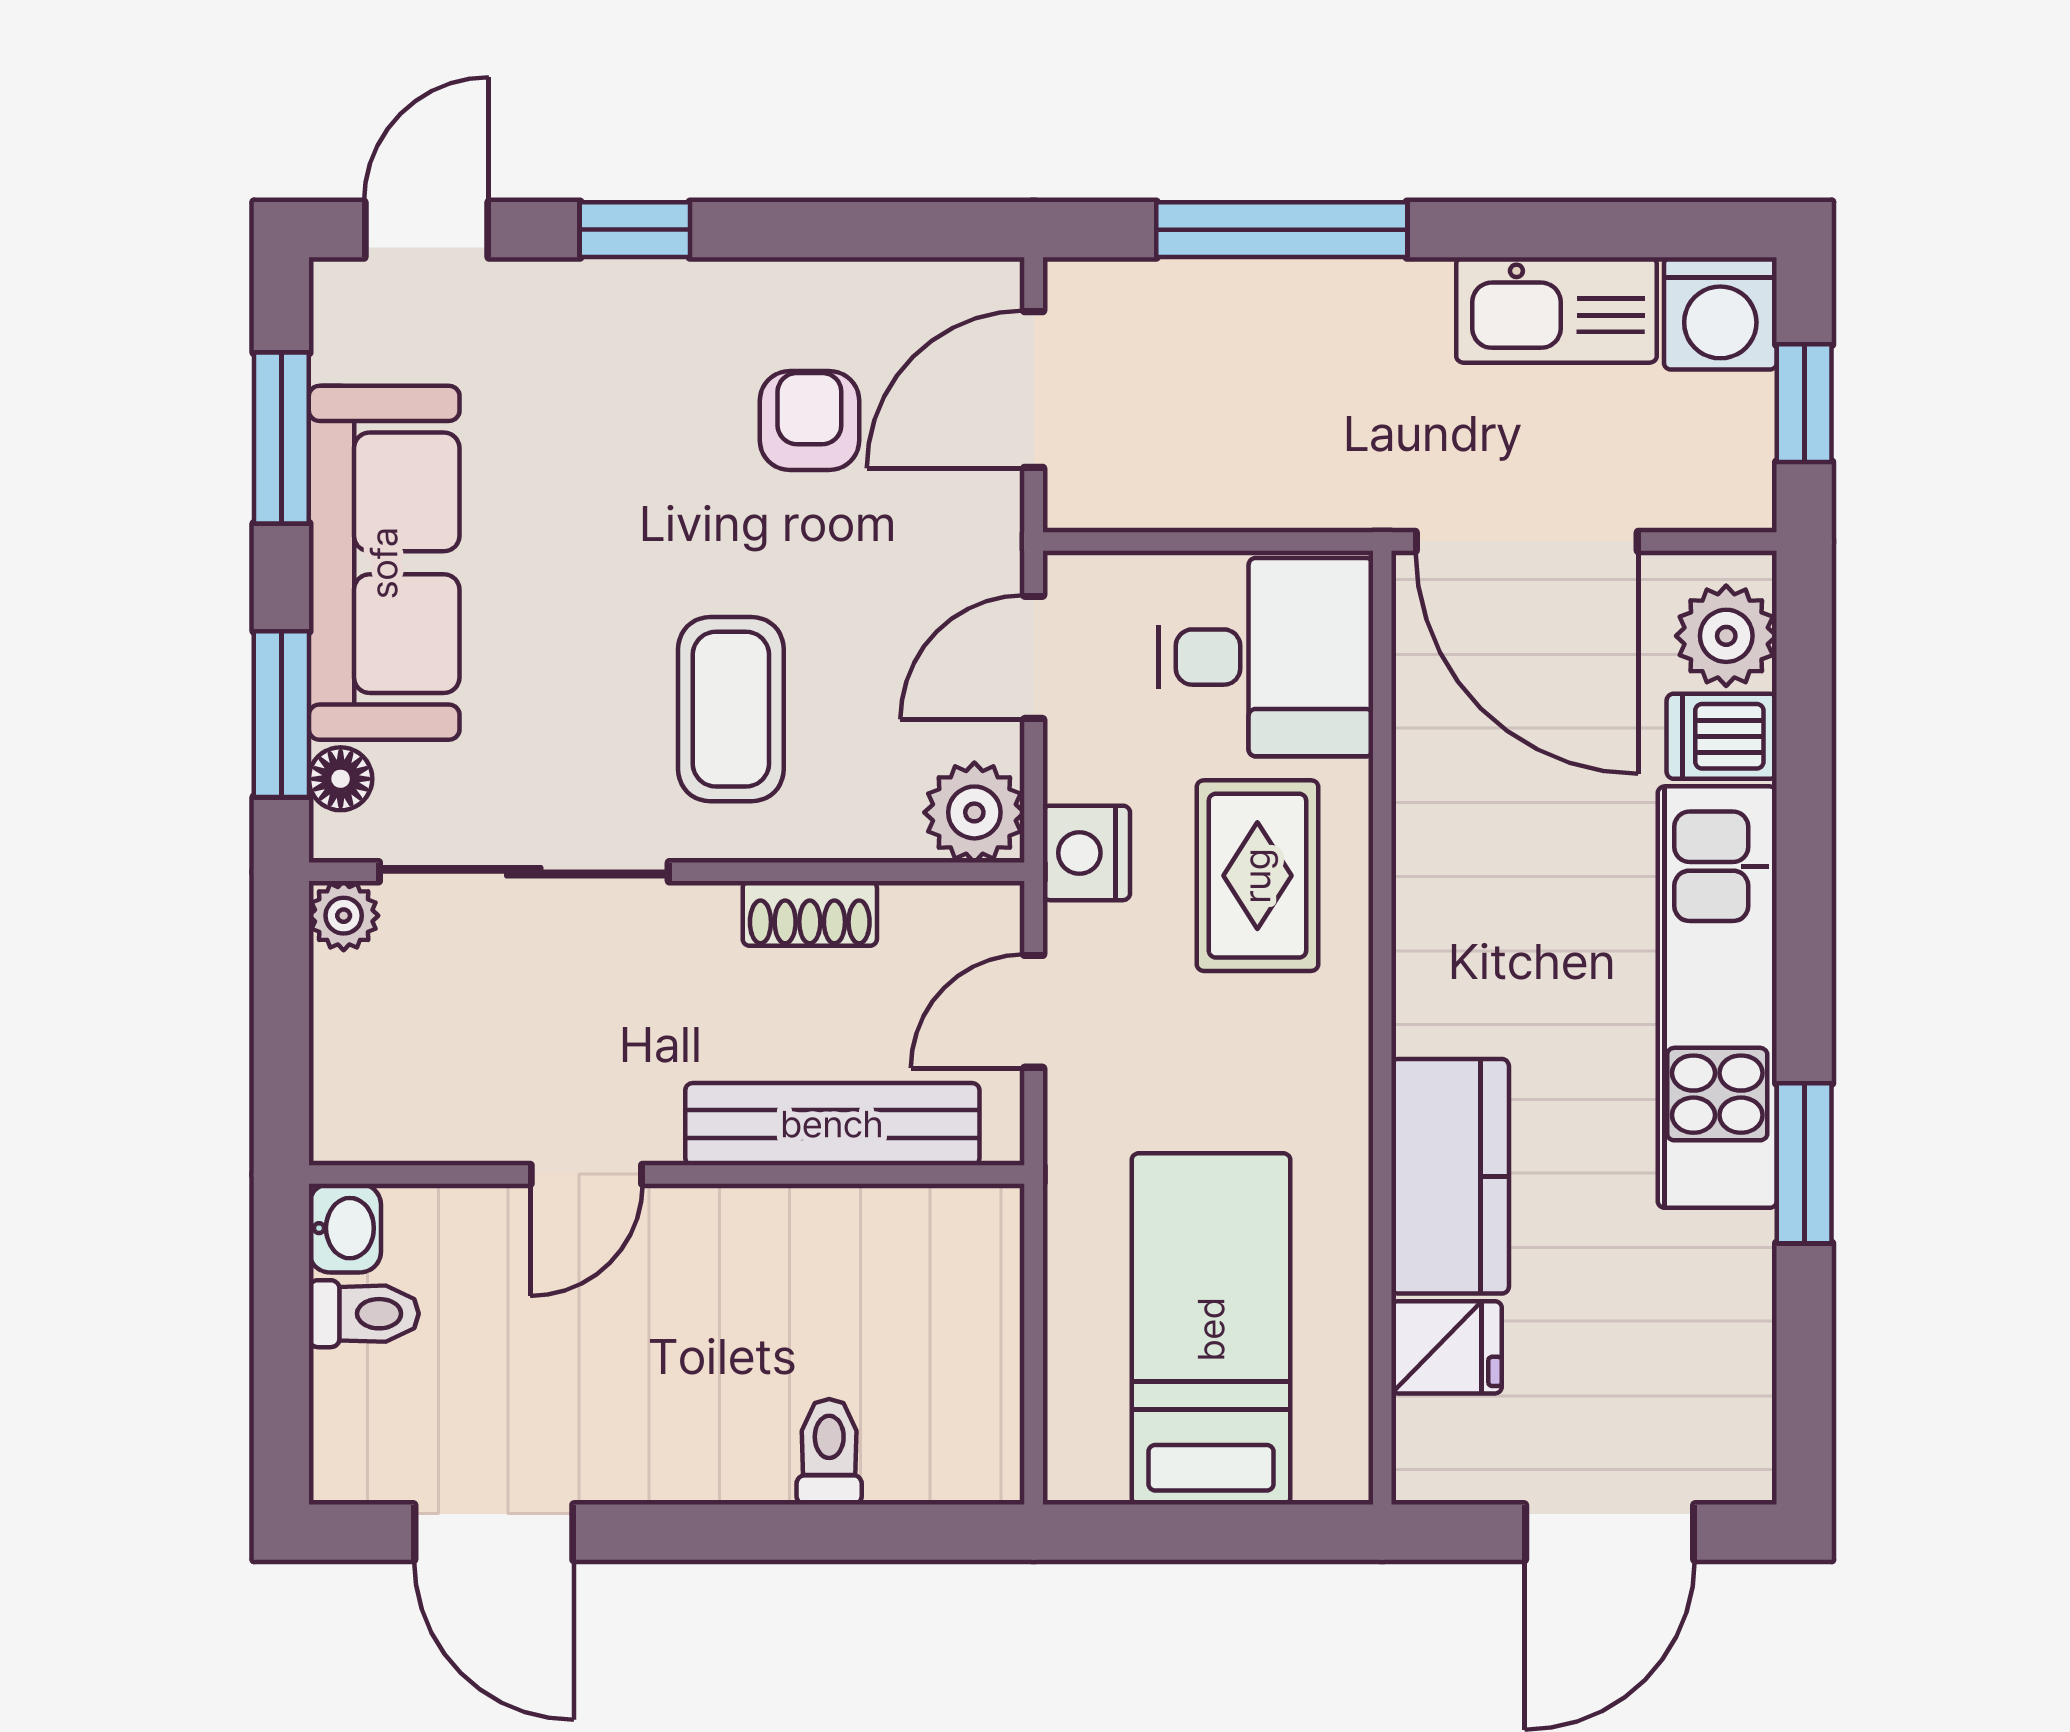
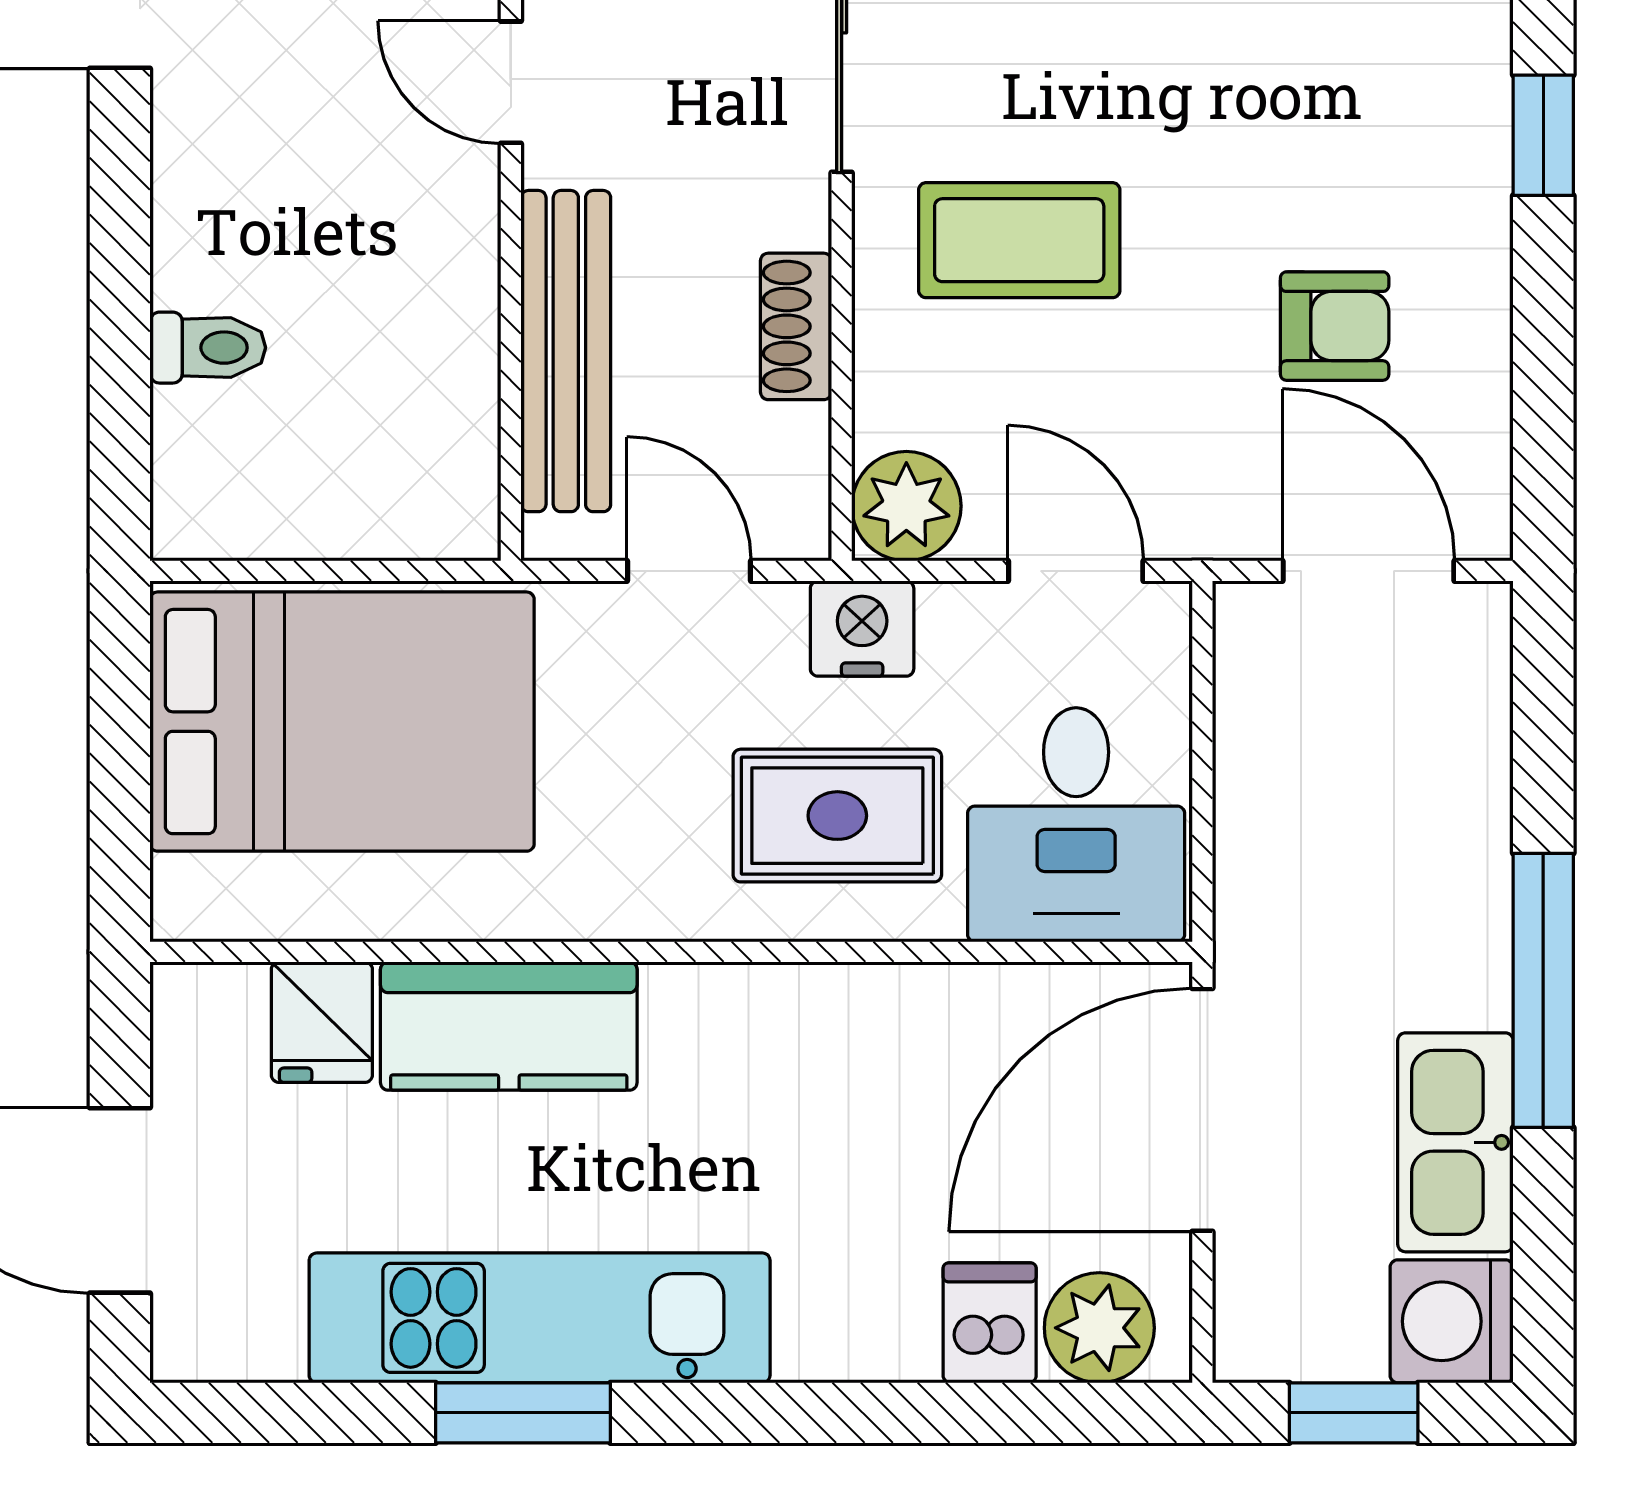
window: (1282, 230) -> (1543, 990), moved
kitchen unit: (1717, 997) -> (540, 1318), moved
bed: (1211, 1329) -> (342, 722), width x1.50

